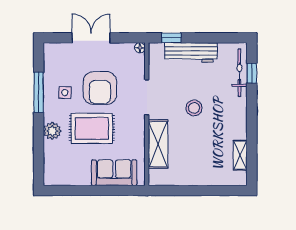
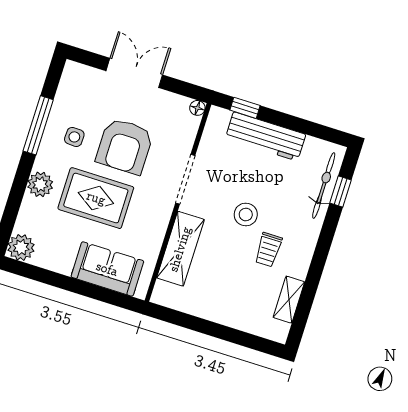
trolley: (216, 127) -> (268, 250), added
plant: (53, 176) -> (21, 247), added

